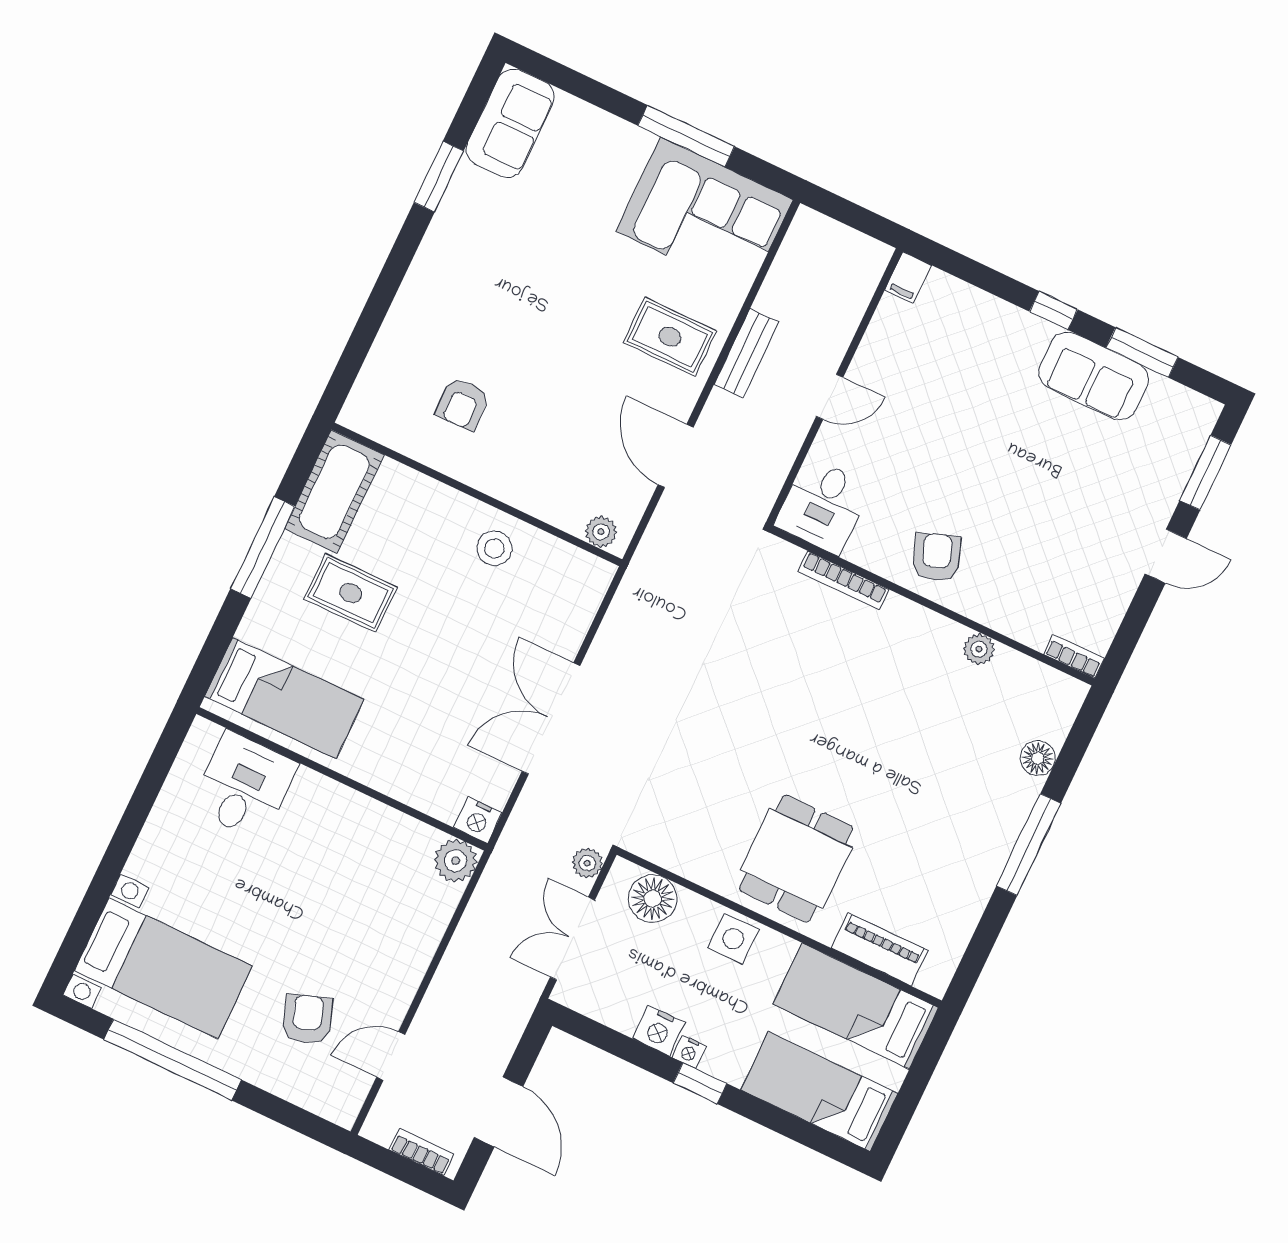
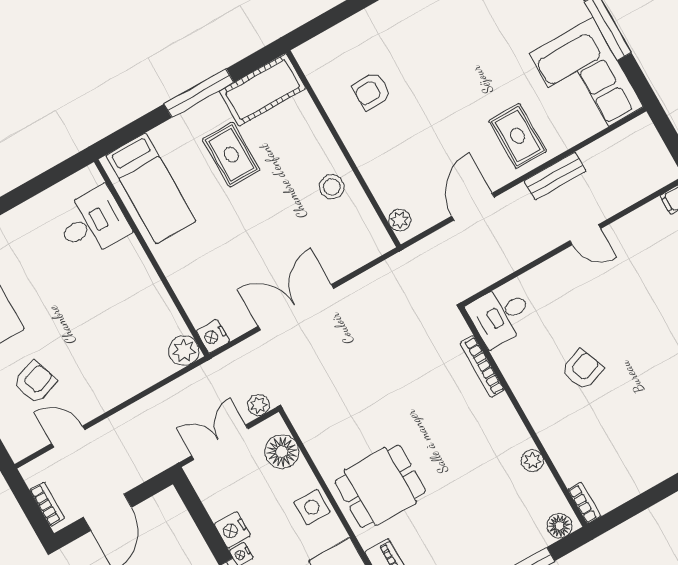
desk: (823, 506) -> (500, 315), moved
bookcase: (843, 580) -> (482, 367), moved
wall: (932, 606) -> (523, 417), moved
plant: (979, 649) -> (533, 461), moved
bookcase: (1074, 656) -> (584, 503), moved

